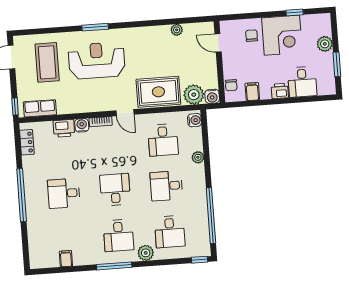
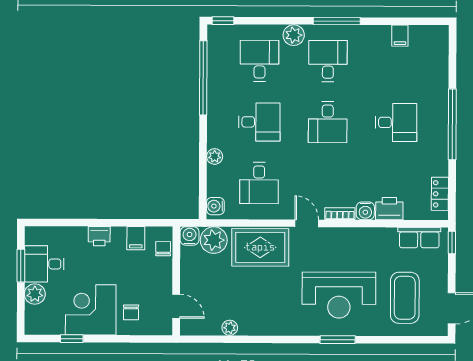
desk: (302, 82) -> (44, 264), moved, turned -90
desk: (163, 140) -> (259, 183), turned 180

